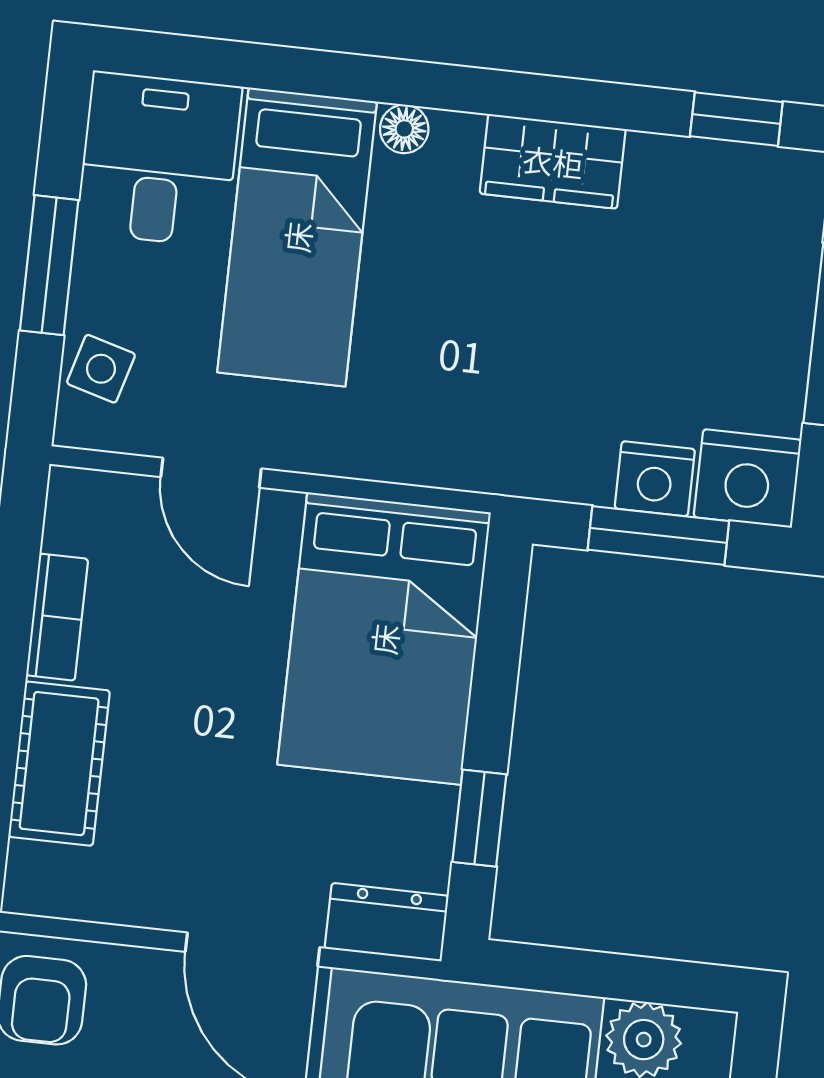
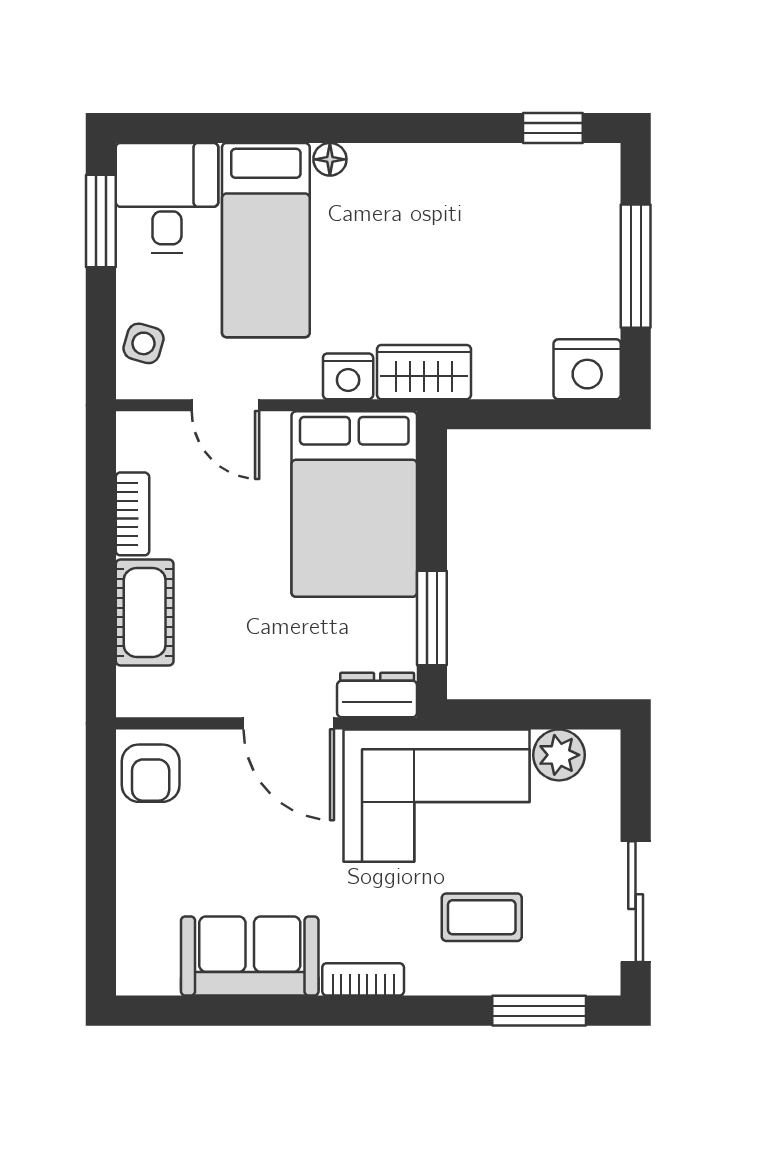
wardrobe: (553, 161) -> (424, 372), moved, turned 180
window: (49, 265) -> (101, 221), moved
nightstand: (655, 479) -> (348, 376), moved
window: (658, 535) -> (531, 414), removed
window: (479, 818) -> (432, 618), width x1.50

